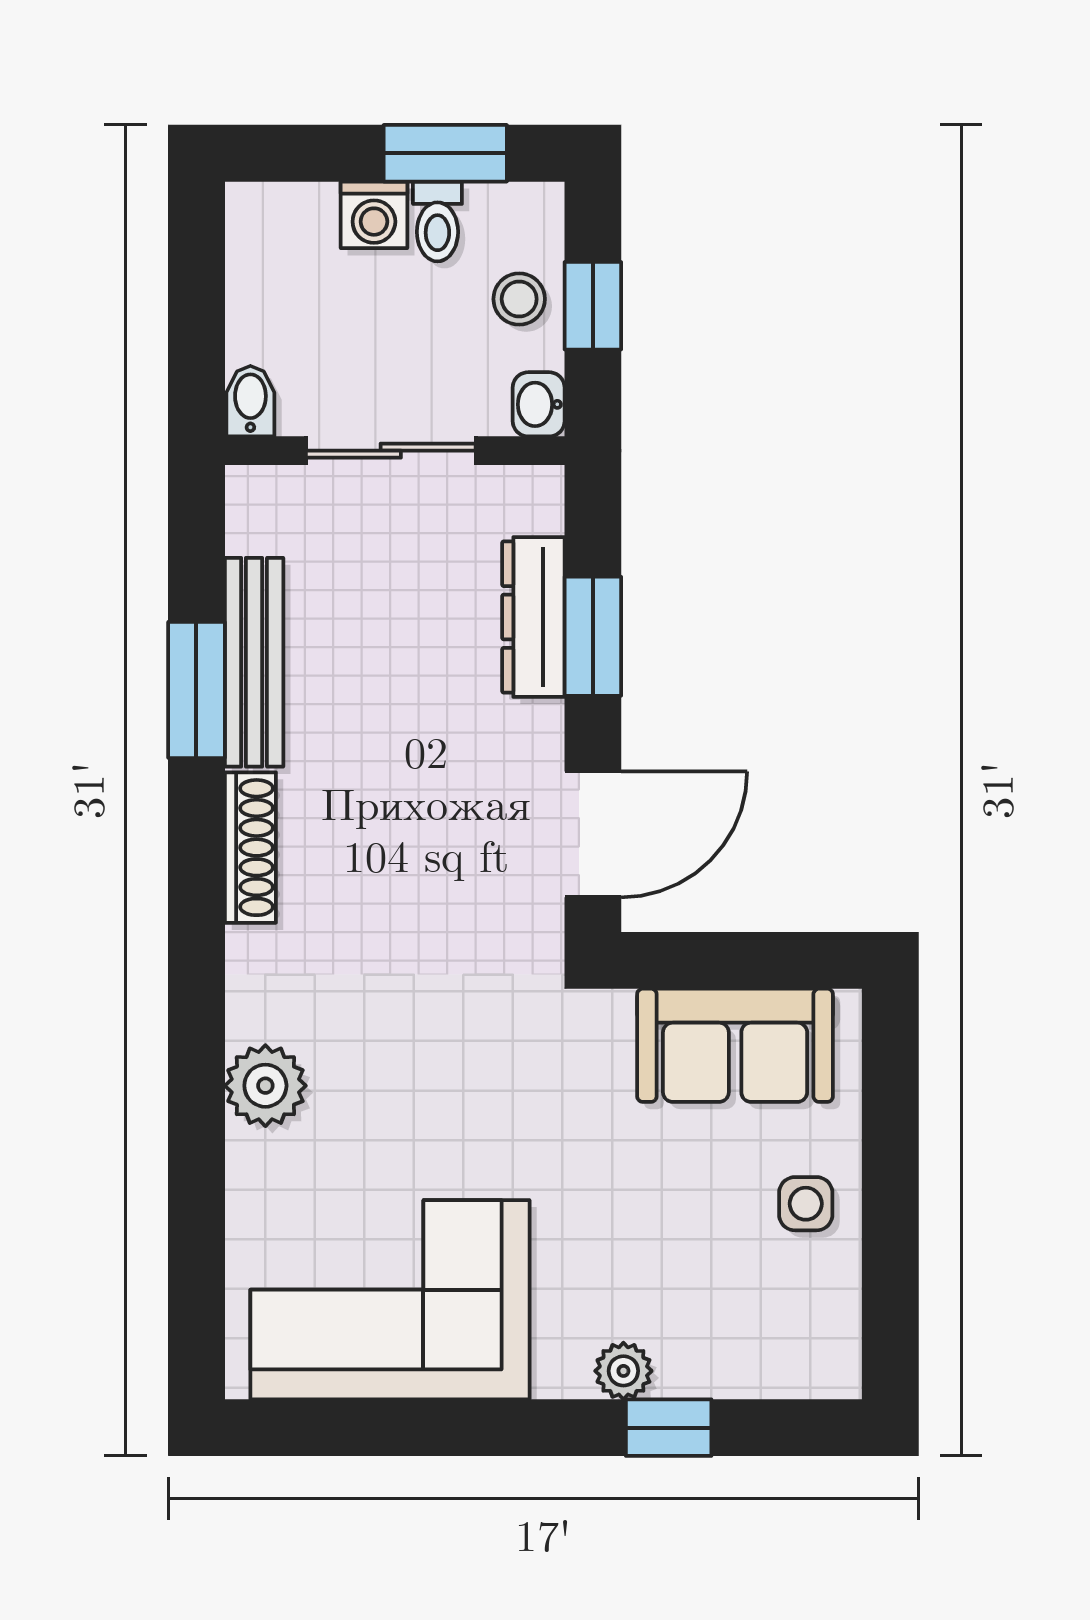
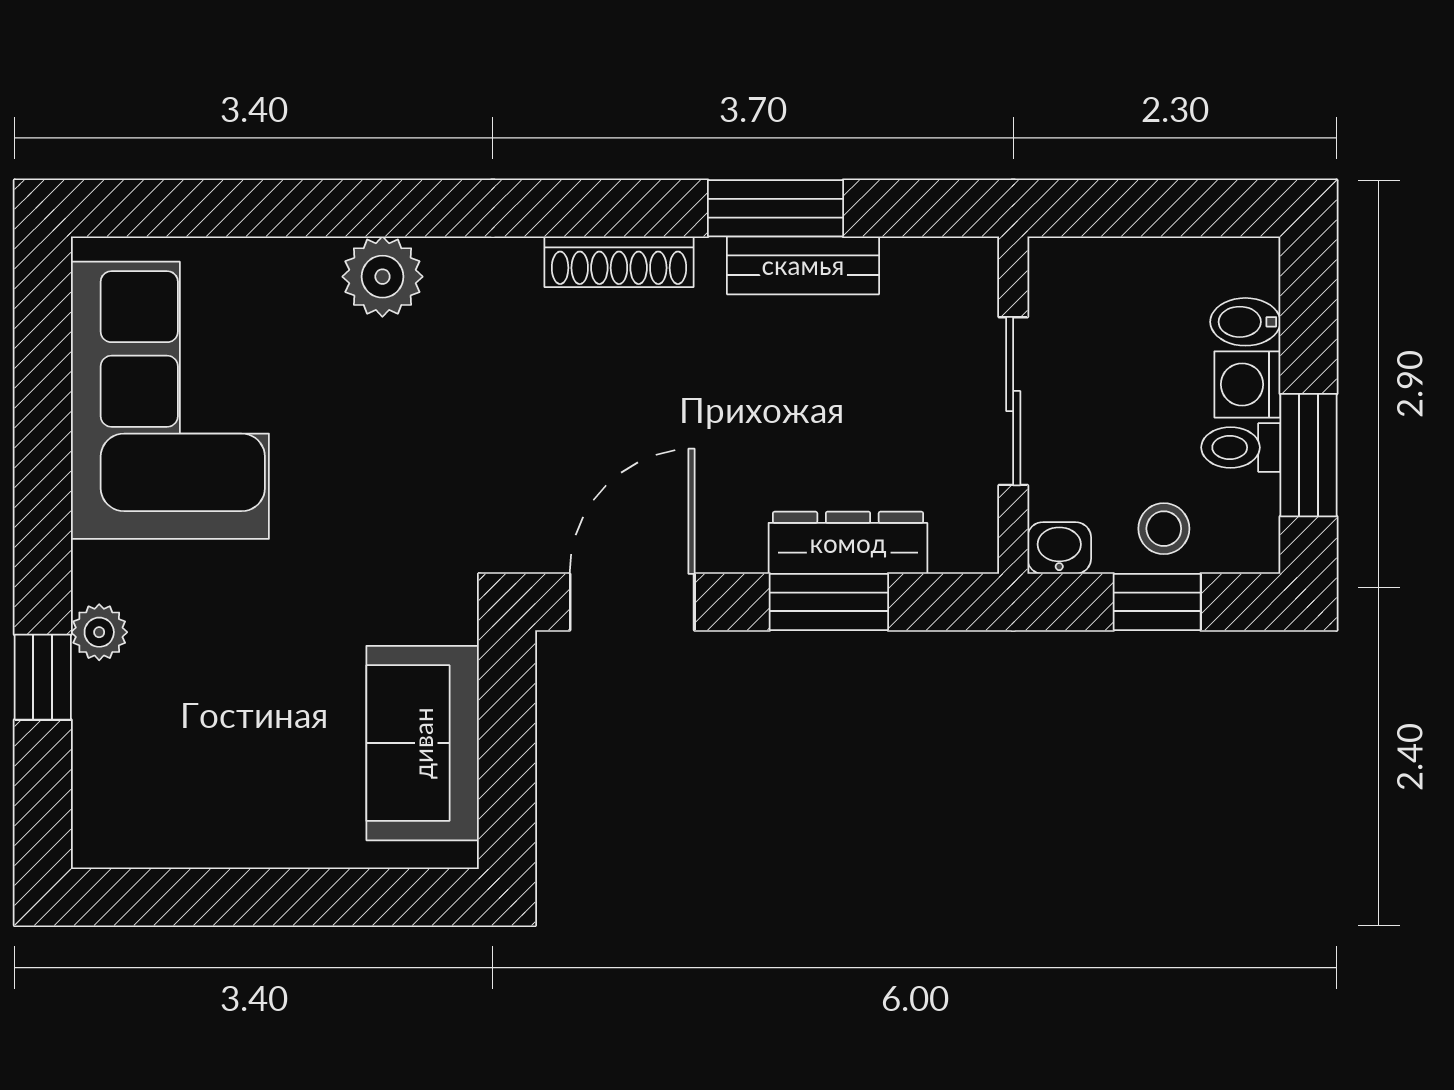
bidet: (250, 401) -> (1245, 322), moved, turned 180
bench: (254, 662) -> (803, 265), width x0.73
door: (593, 834) -> (632, 602), swing flipped
side table: (806, 1204) -> (265, 813), removed

